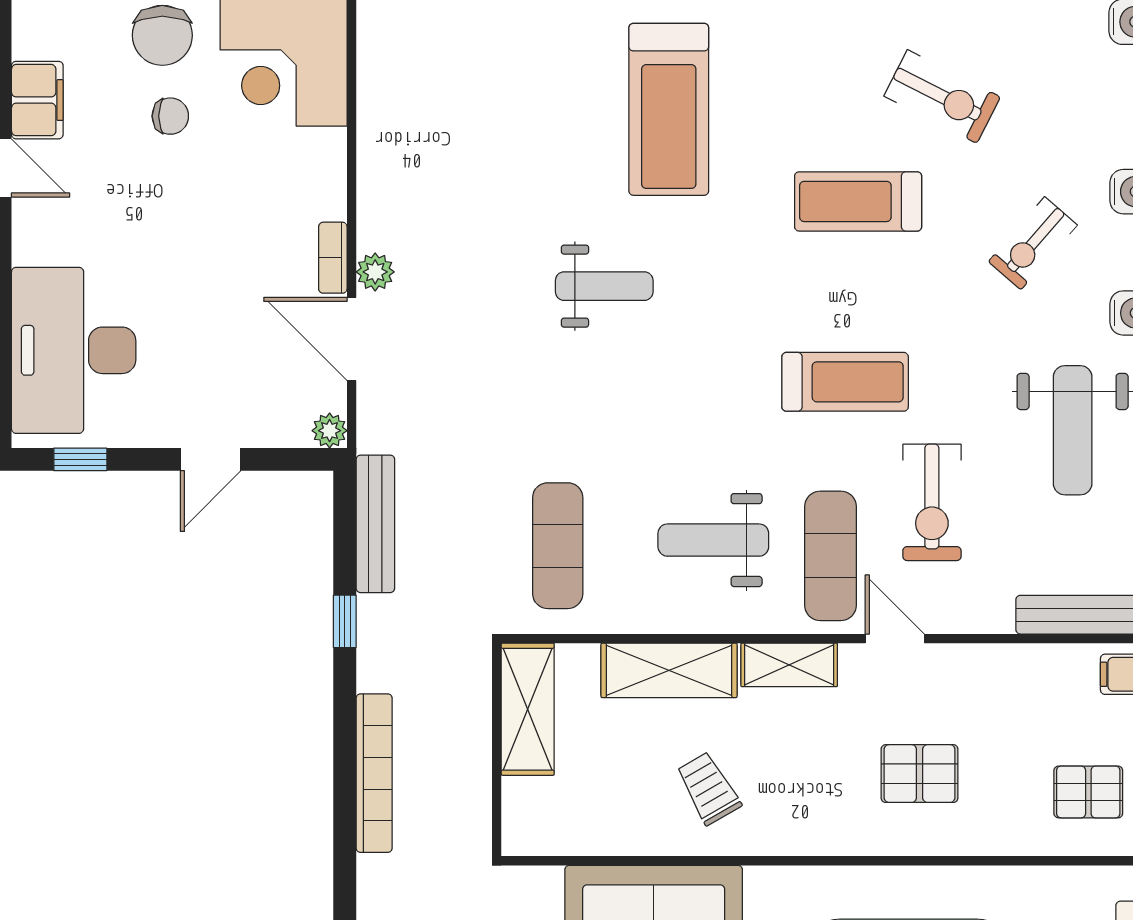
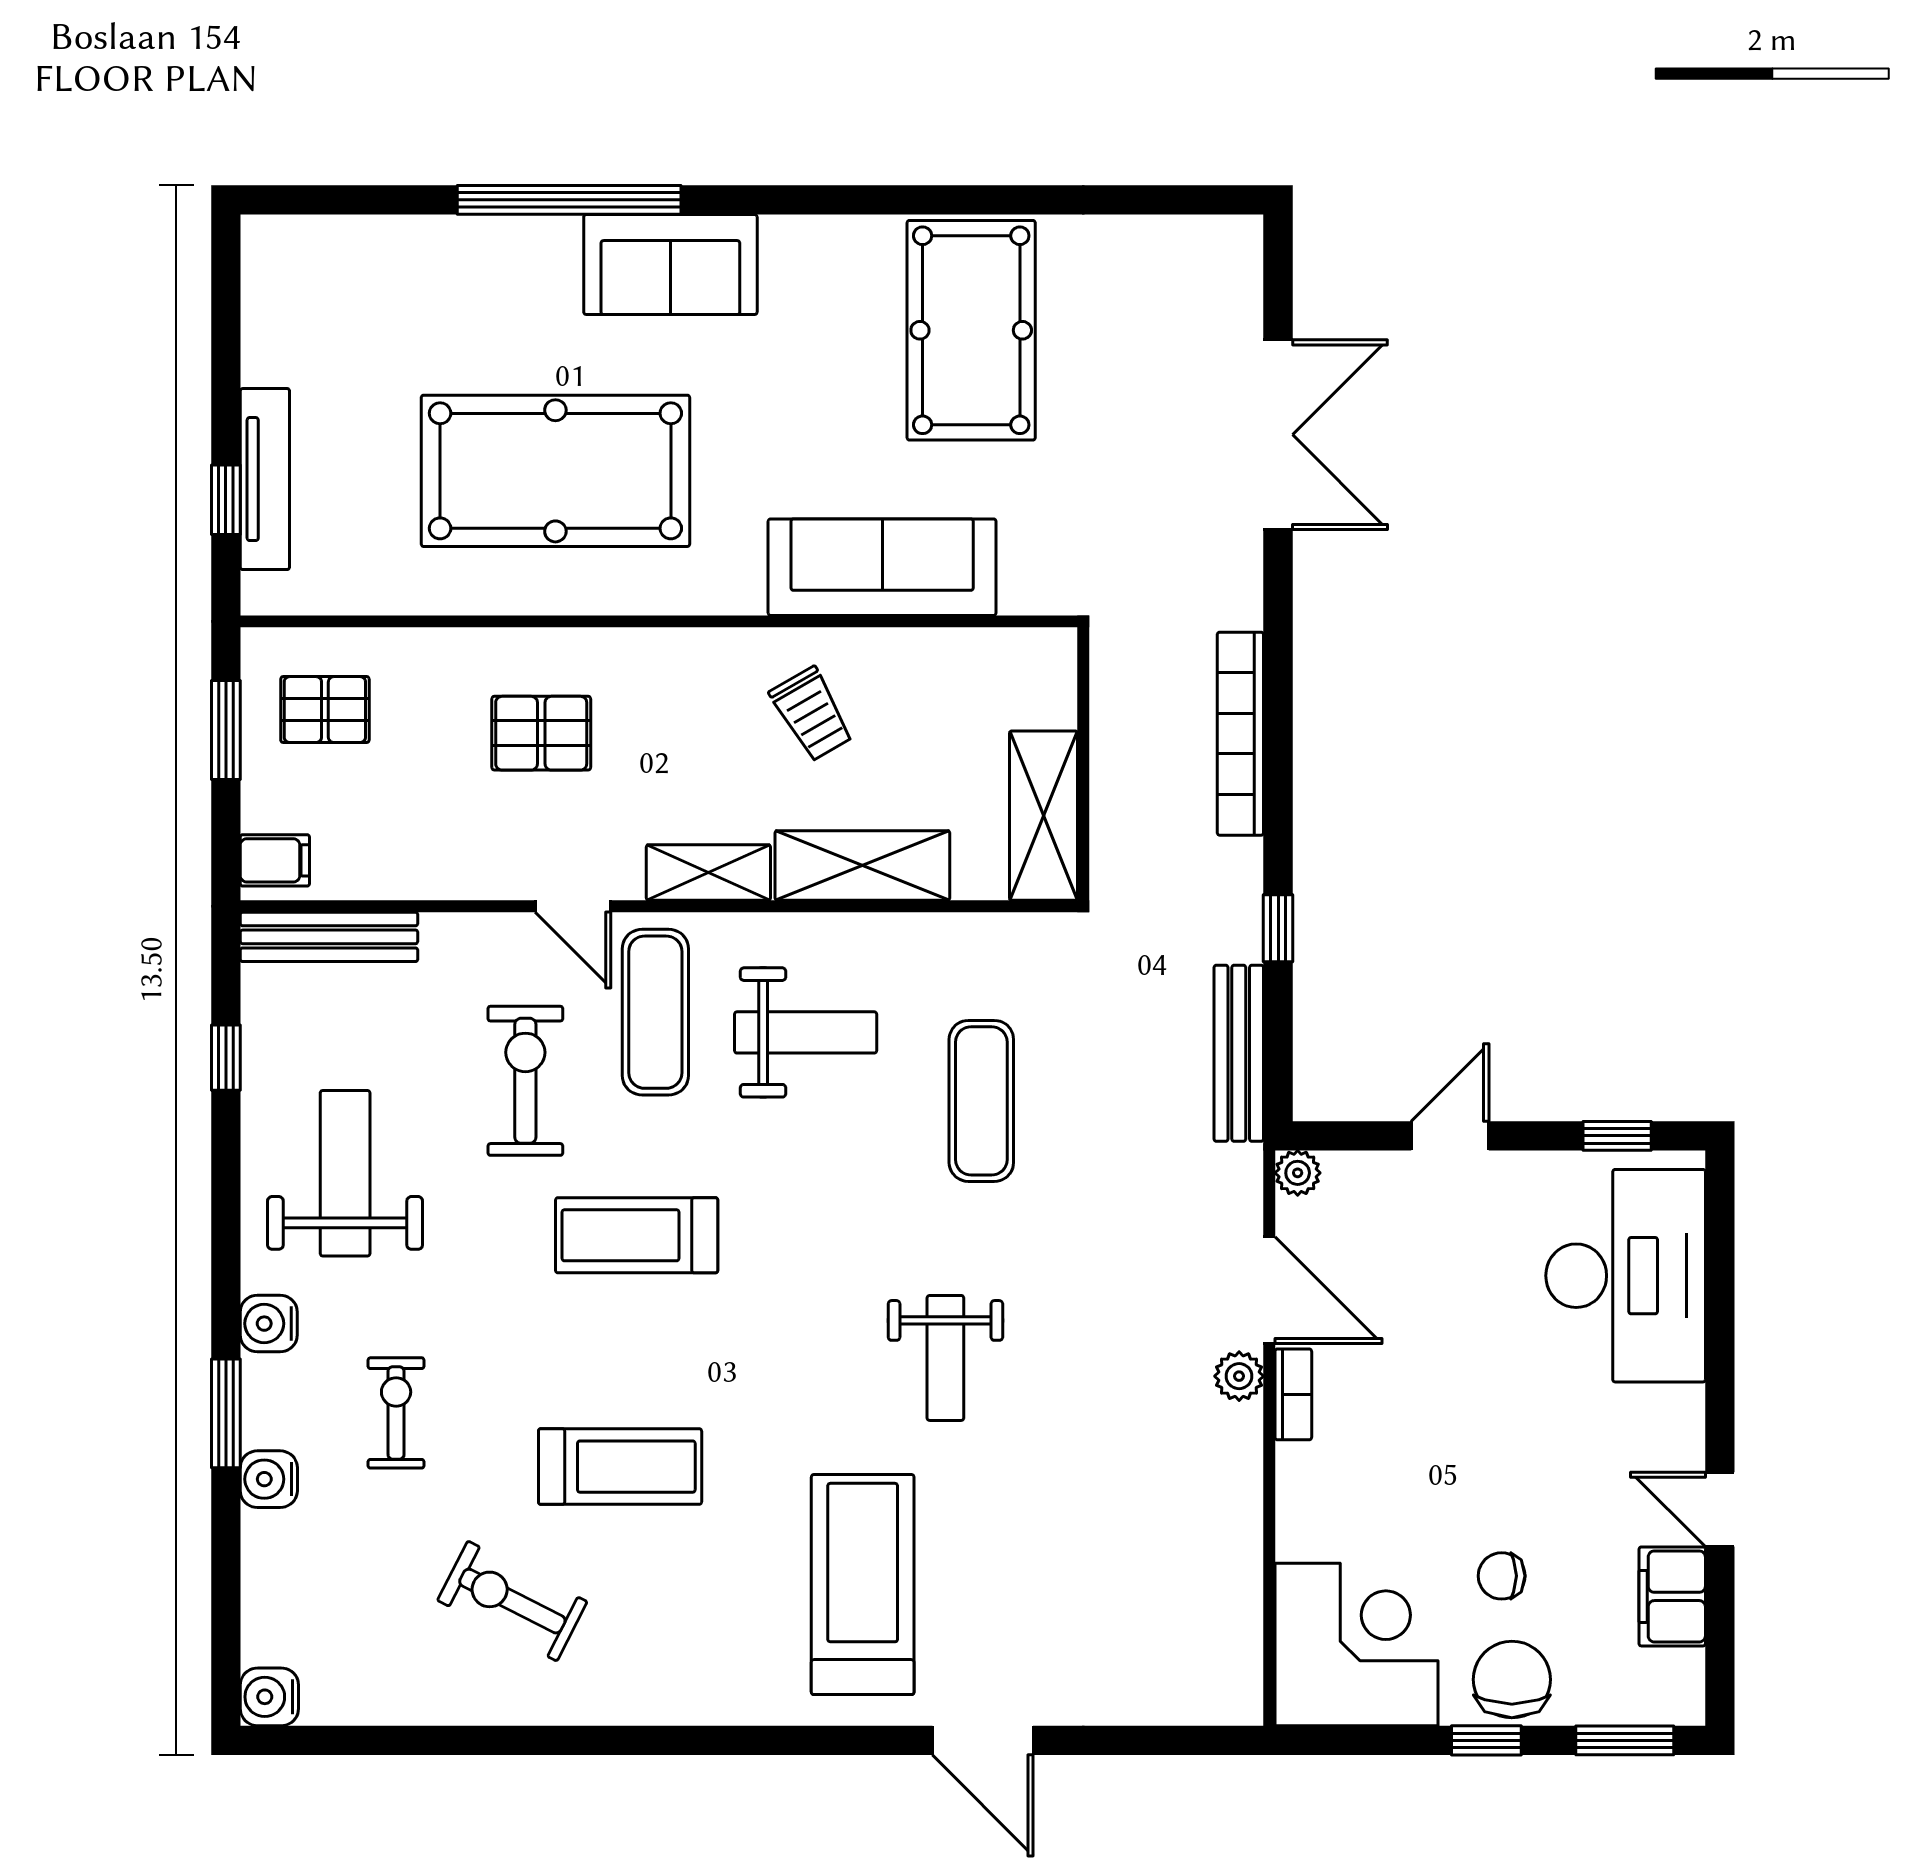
exercise bike: (1033, 243) -> (396, 1413), turned -41
weight bench: (604, 286) -> (945, 1358), turned -90
exercise mat: (558, 546) -> (981, 1101), moved

